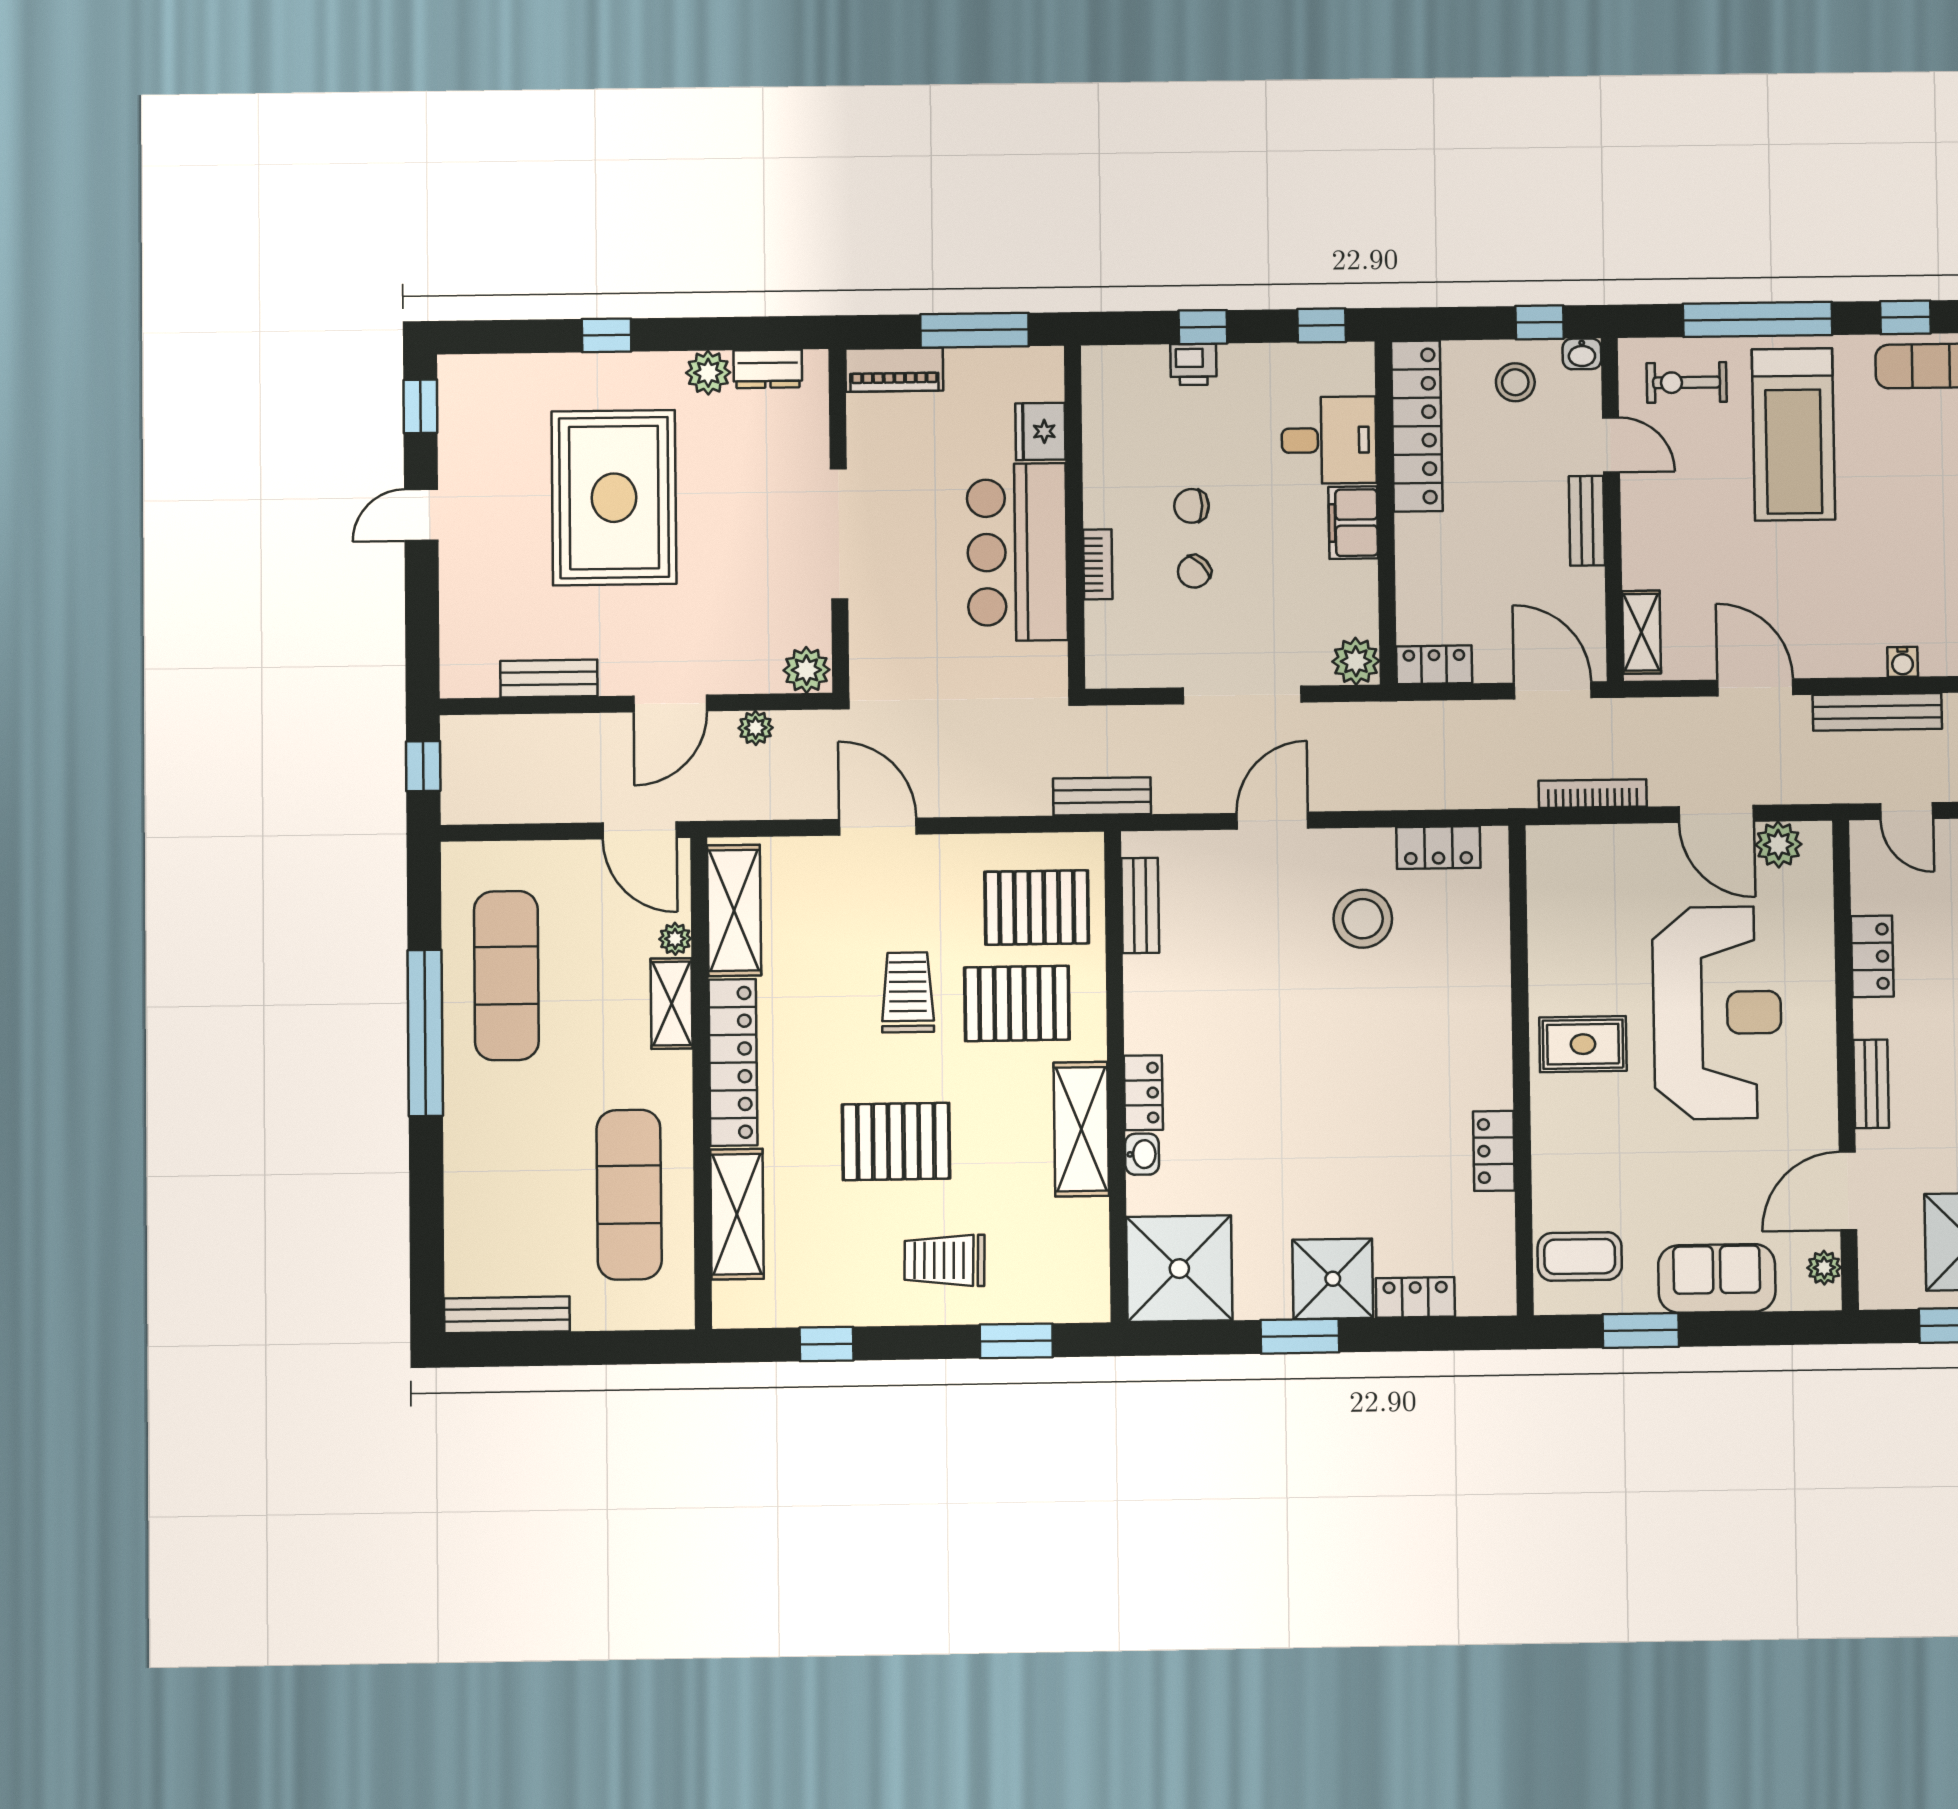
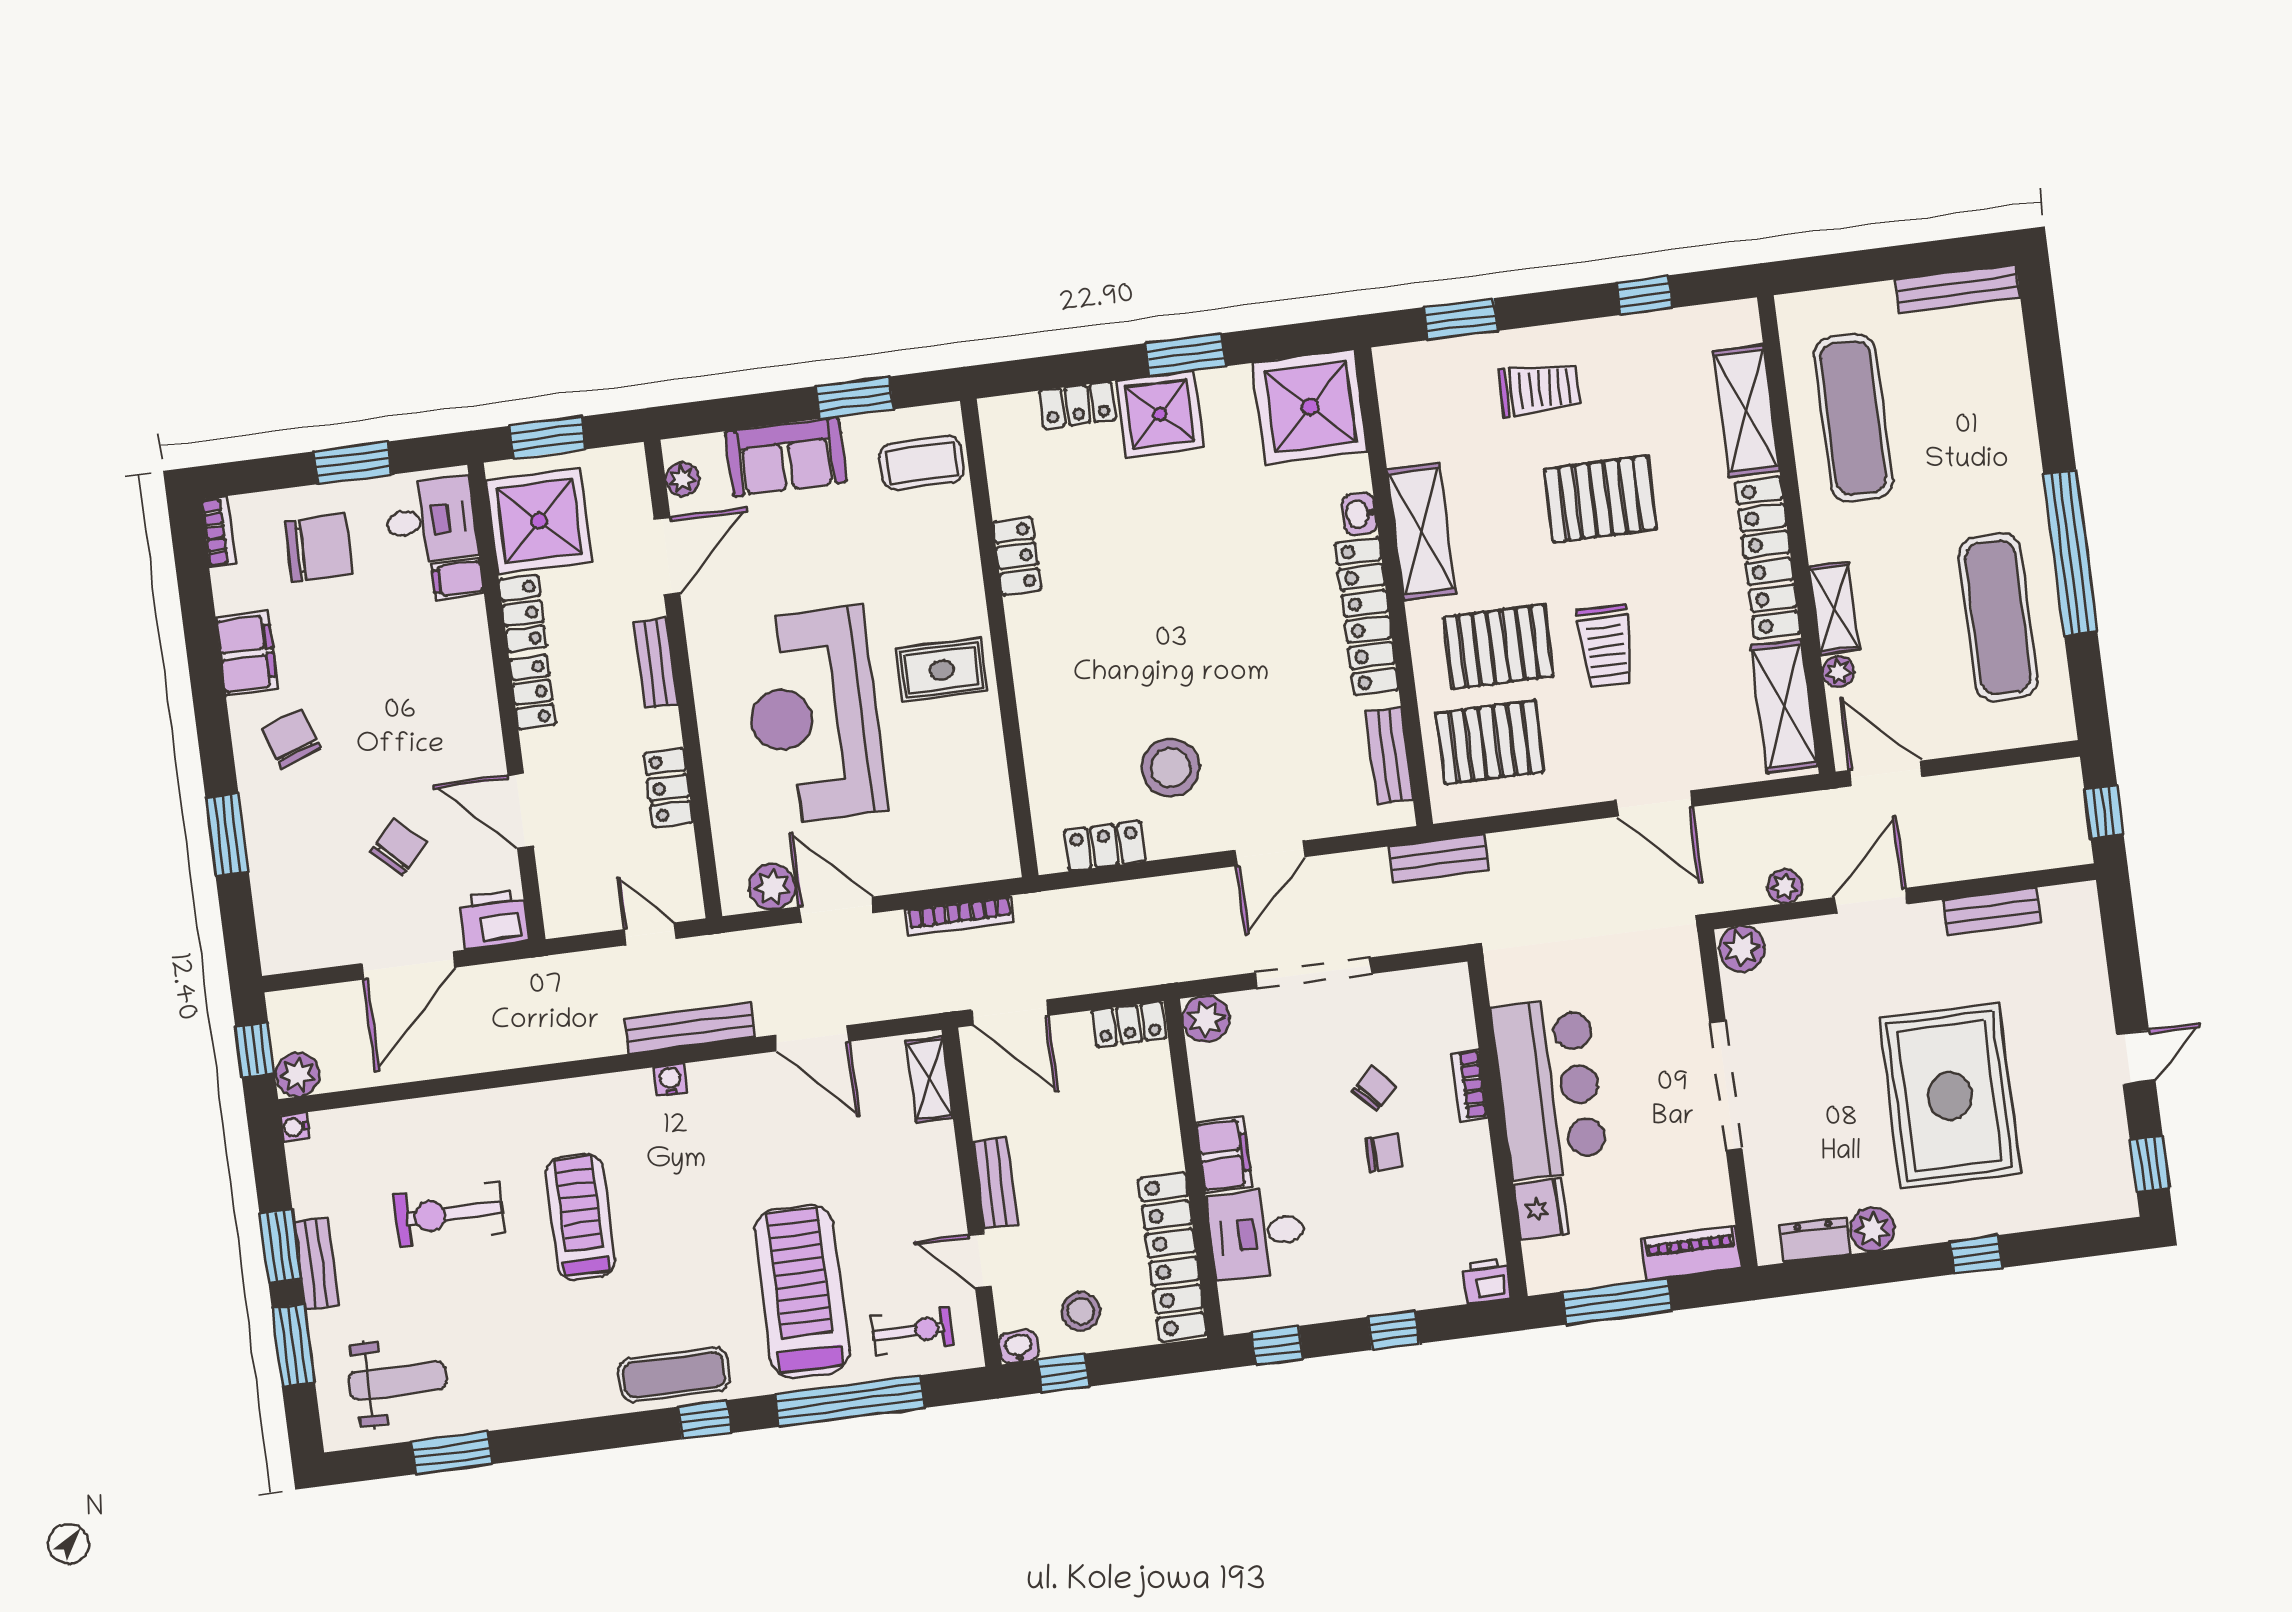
printer: (1193, 364) -> (1486, 1281), moved
locker: (1143, 1093) -> (1367, 616), width x2.16, depth x1.21

